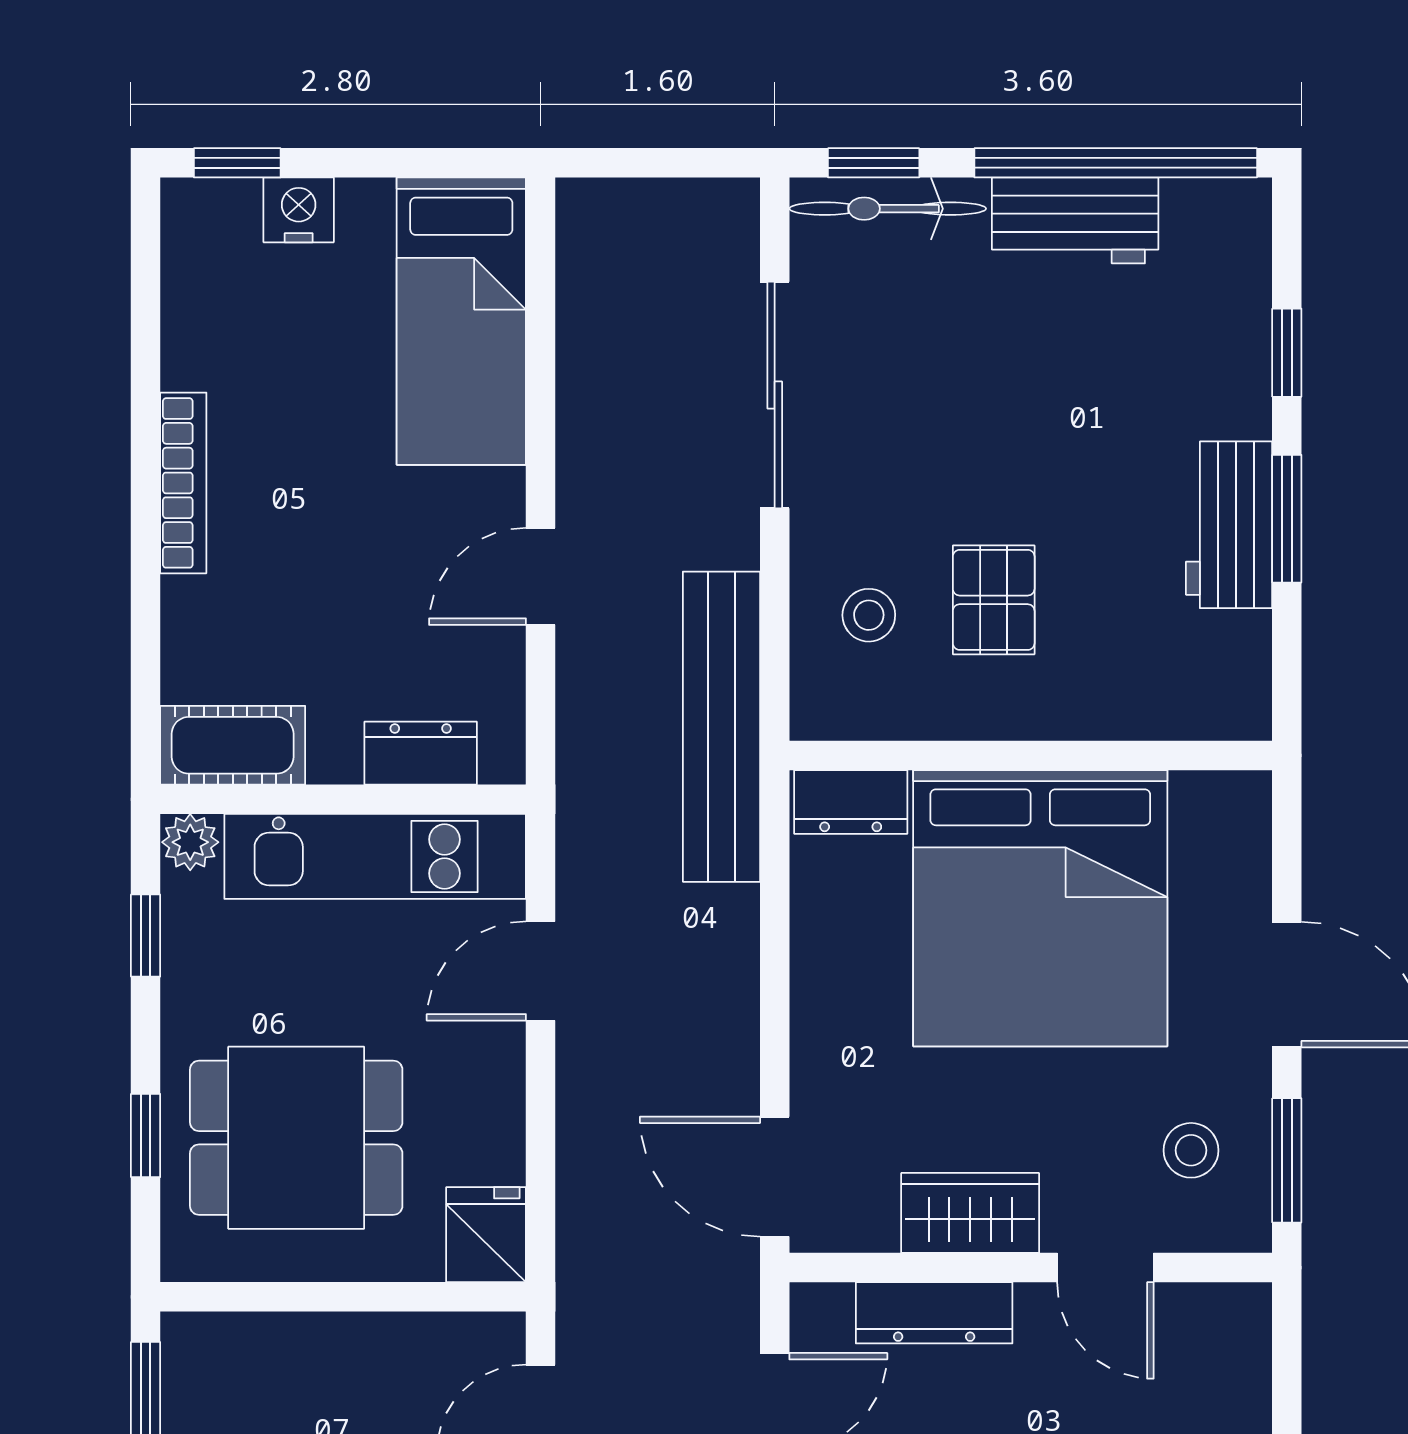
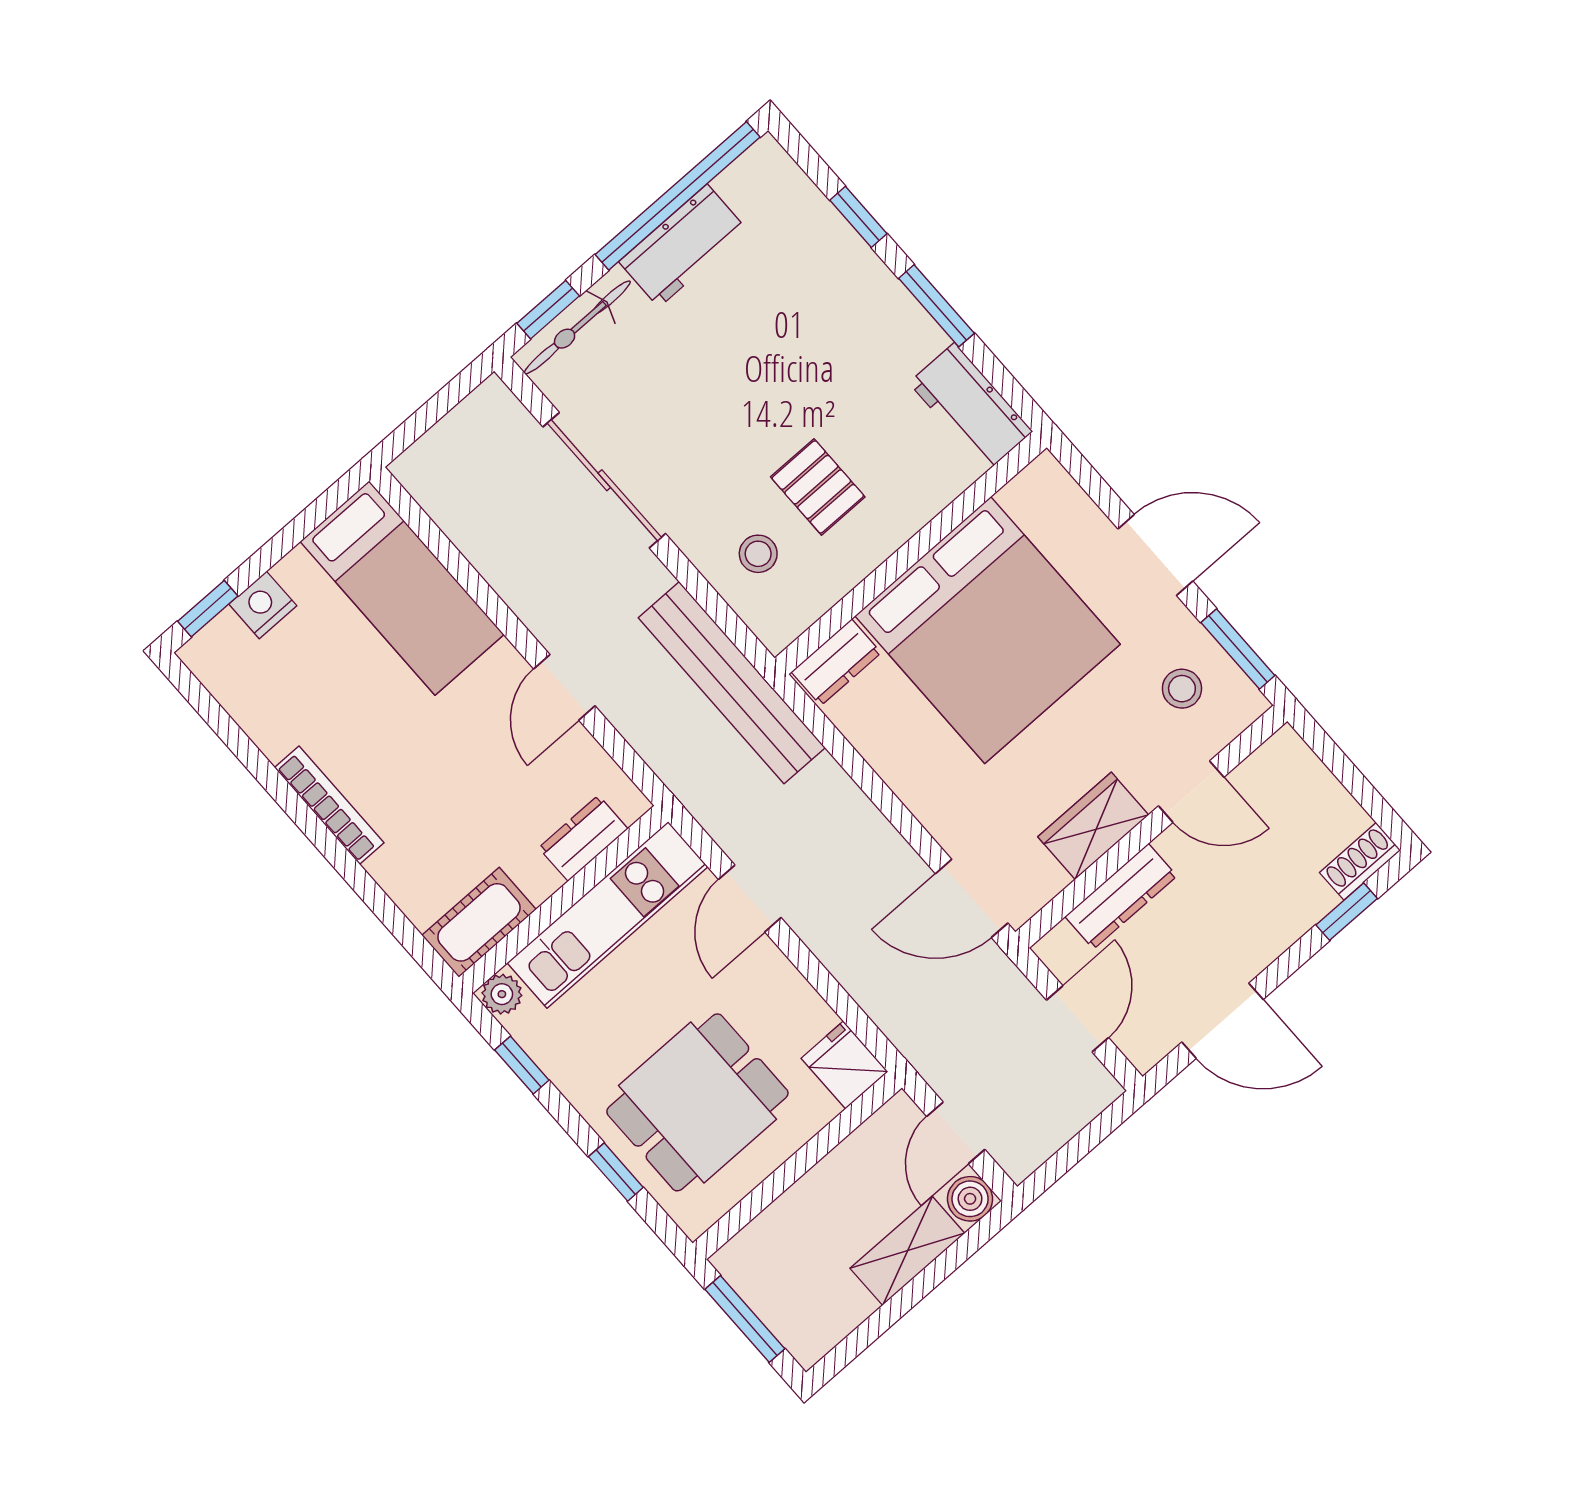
workbench: (1229, 525) -> (971, 407), moved

